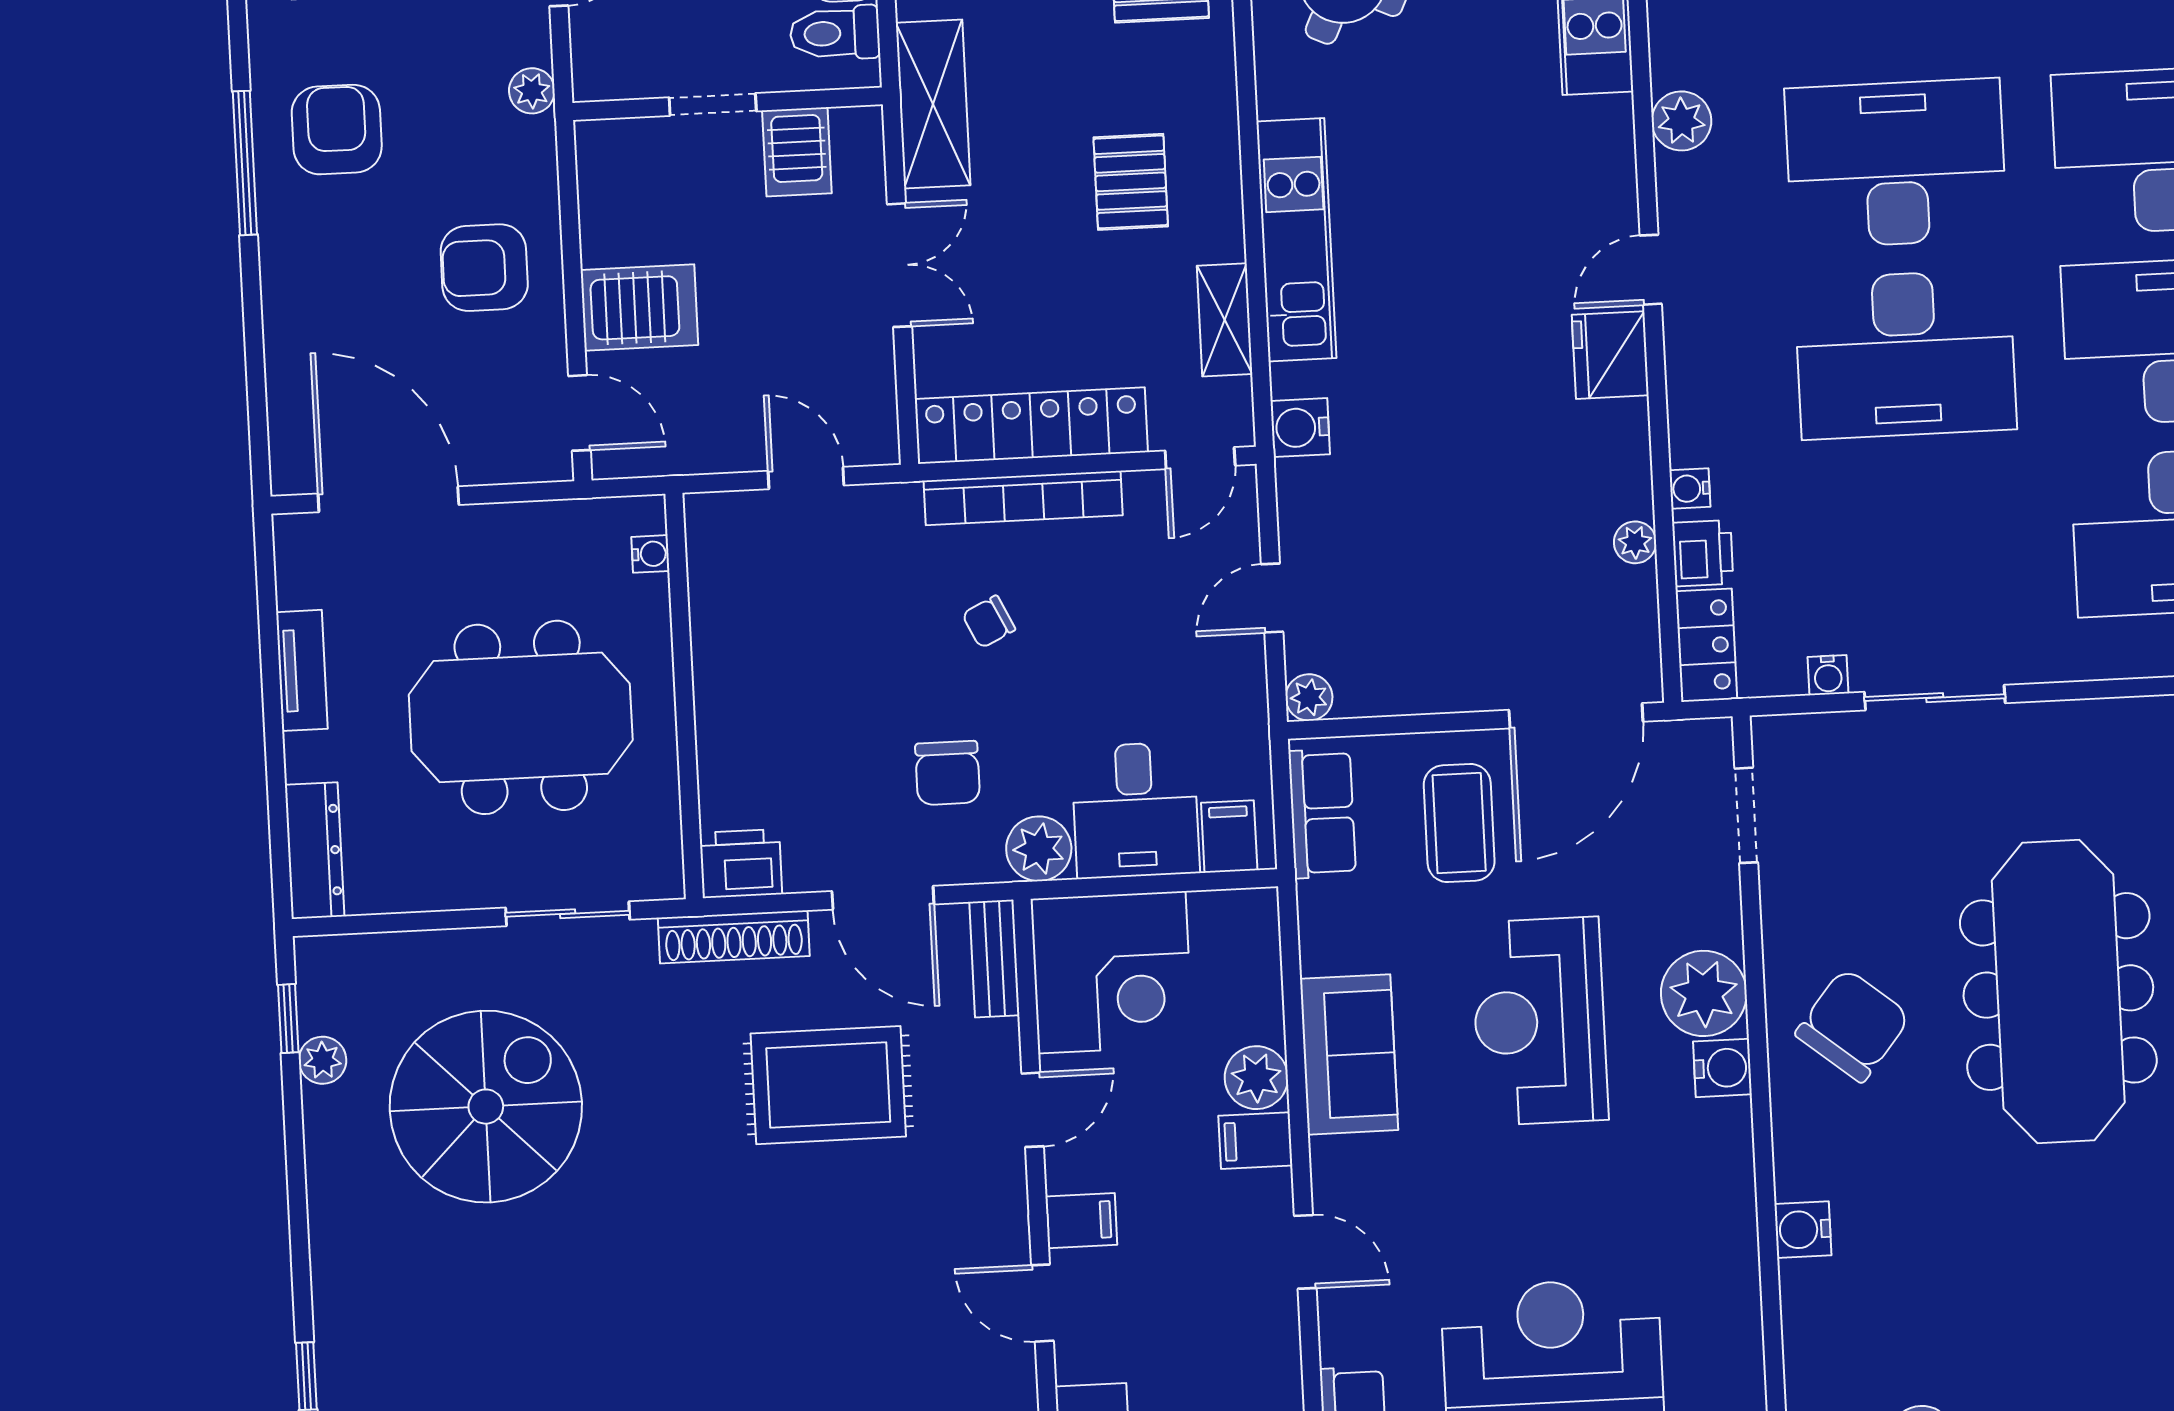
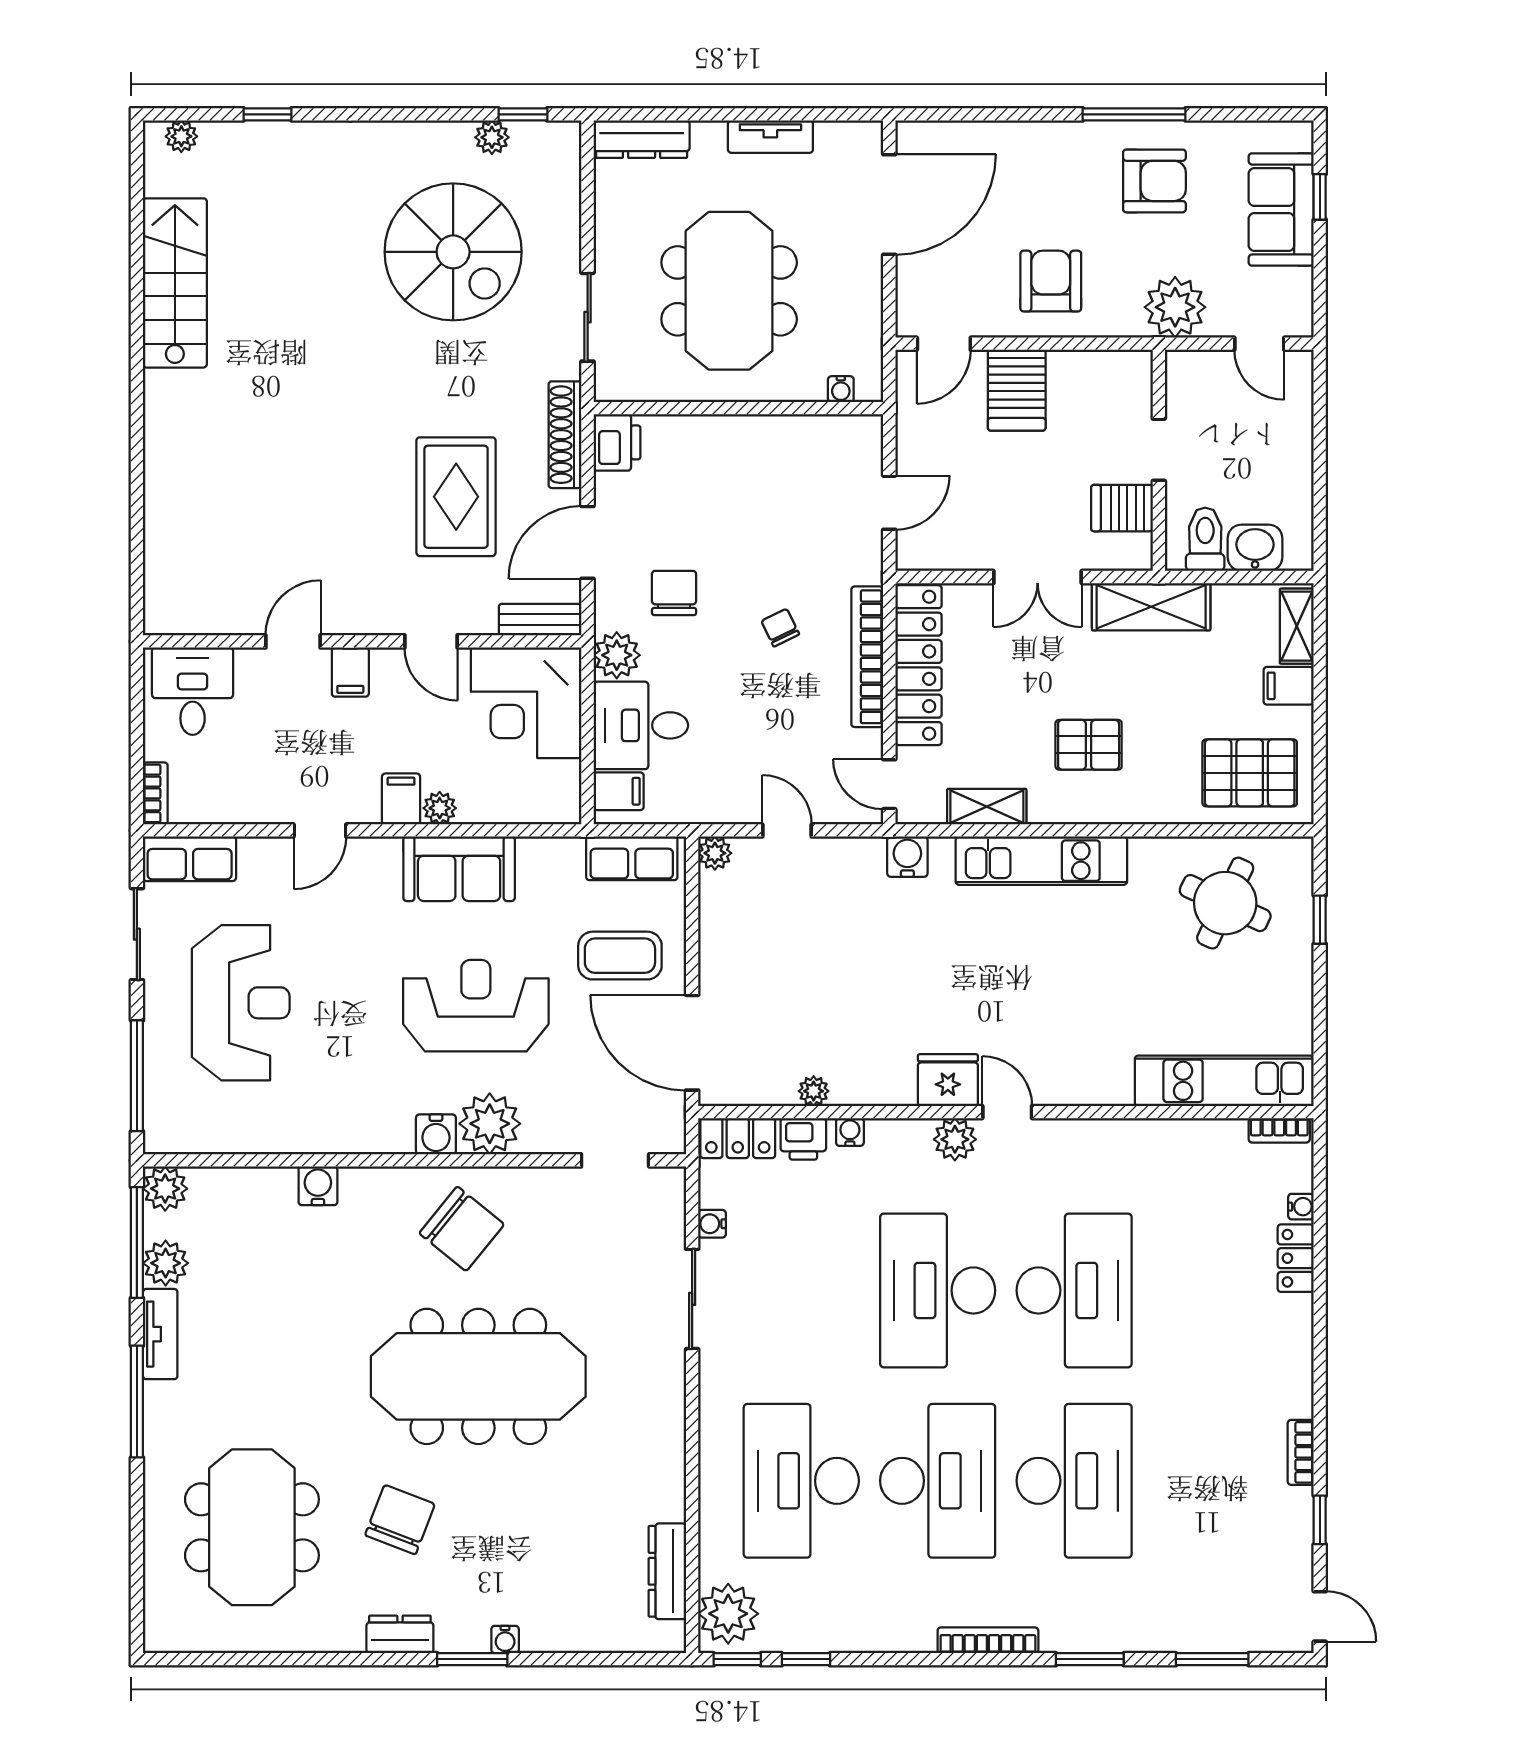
plant: (532, 91) -> (1175, 307), width x1.87, depth x1.87
plant: (1681, 121) -> (955, 1139), moved
chair: (948, 773) -> (674, 593), turned 90
plant: (1256, 1078) -> (440, 808), width x0.73, depth x0.73

